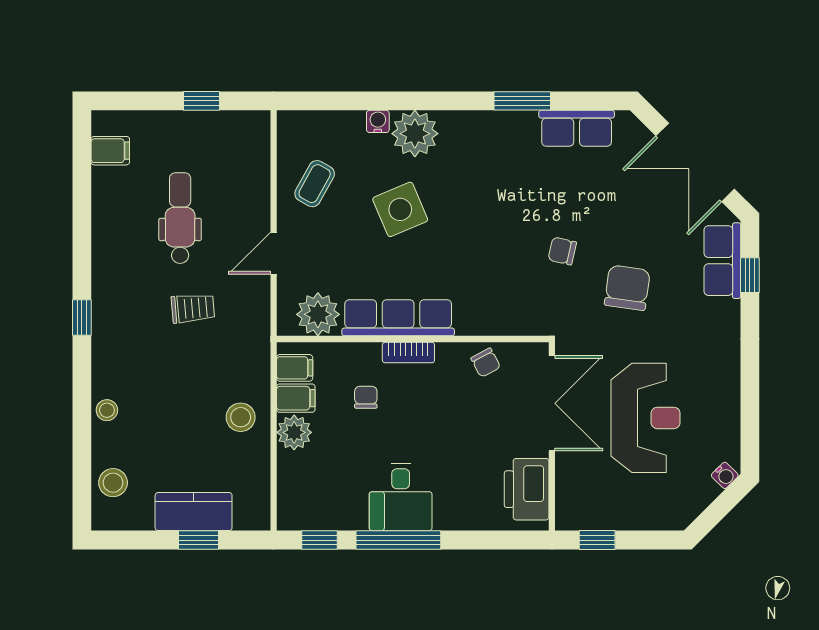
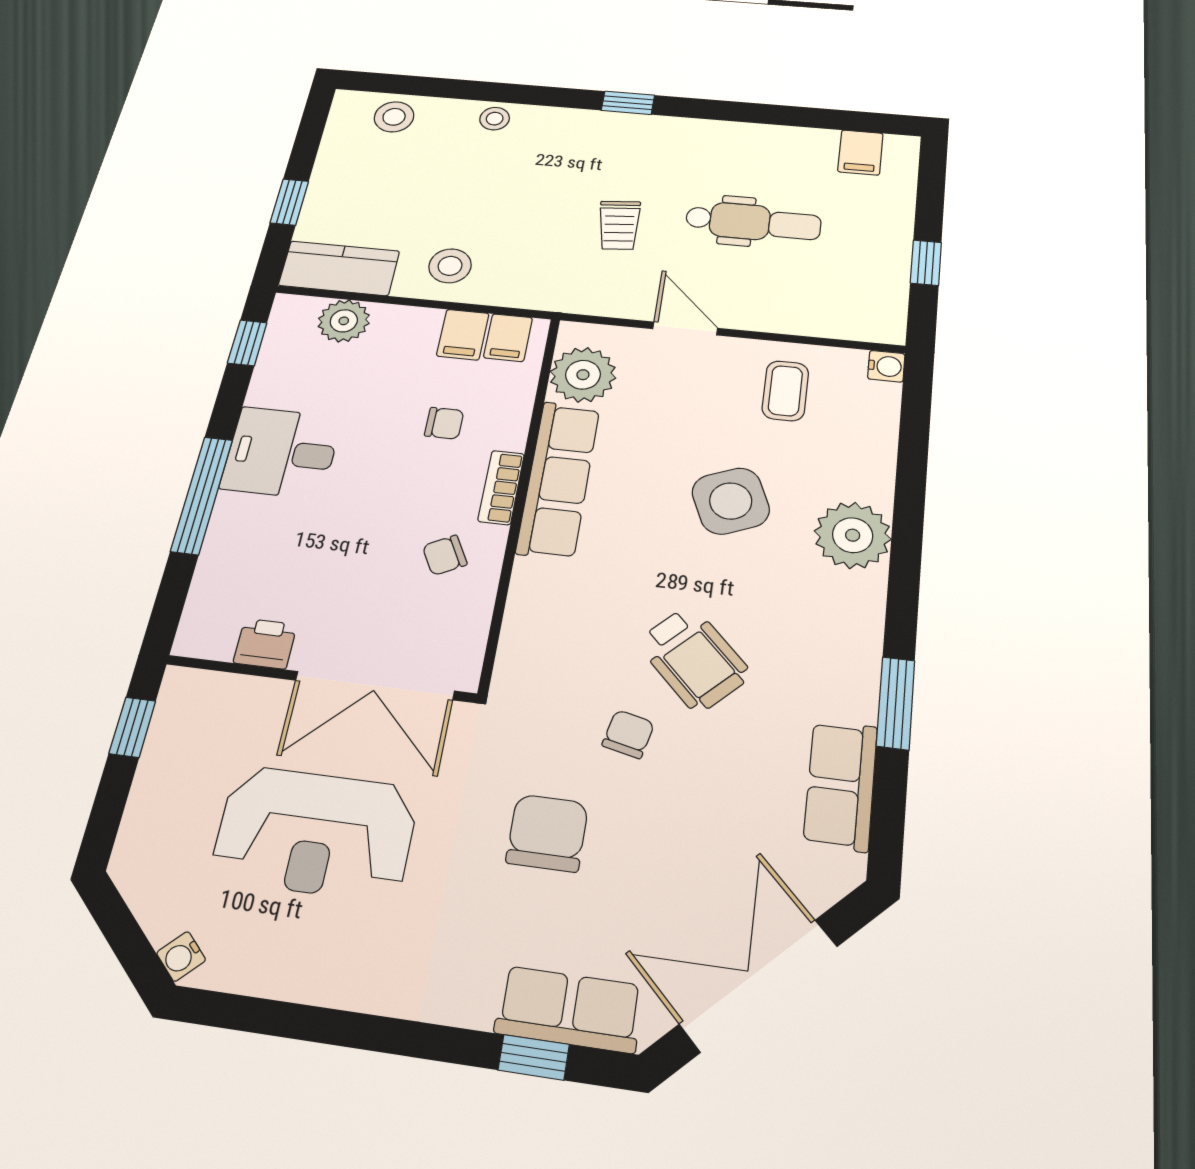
water cooler: (378, 121) -> (886, 366), moved
coffee table: (315, 184) -> (785, 391), turned 61
wheelchair: (510, 219) -> (694, 659), added
chair: (627, 288) -> (547, 833), turned -98
chair: (486, 363) -> (445, 555), moved
plant: (294, 432) -> (344, 321), moved
printer: (527, 489) -> (265, 644), width x0.53, depth x0.68
kitchen counter: (194, 512) -> (339, 268), moved, turned -90
window: (398, 540) -> (202, 495), moved

